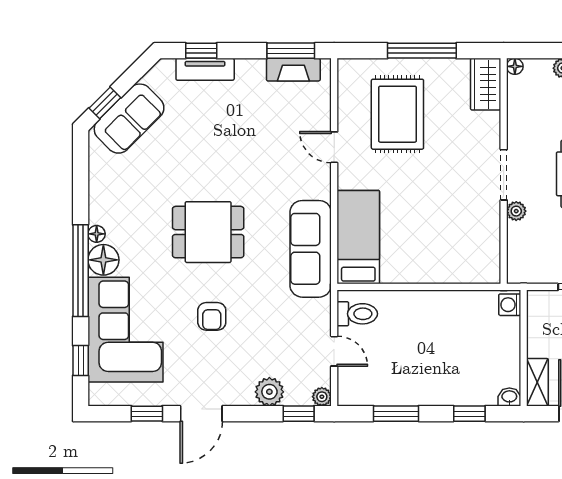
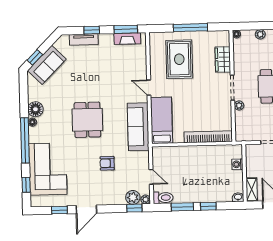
window: (201, 51) -> (92, 30), moved
wardrobe: (486, 84) -> (223, 60), moved
door: (334, 147) -> (149, 88), moved
dining table: (208, 232) -> (87, 120), turned 90
floor lamp: (103, 260) -> (35, 109), moved
bookcase: (452, 273) -> (208, 137), added
washing machine: (510, 305) -> (237, 164), moved
toilet: (357, 314) -> (163, 198), moved
armchair: (212, 316) -> (107, 163), moved, turned 90
plant: (269, 392) -> (133, 197), moved
window: (469, 414) -> (208, 206), moved

